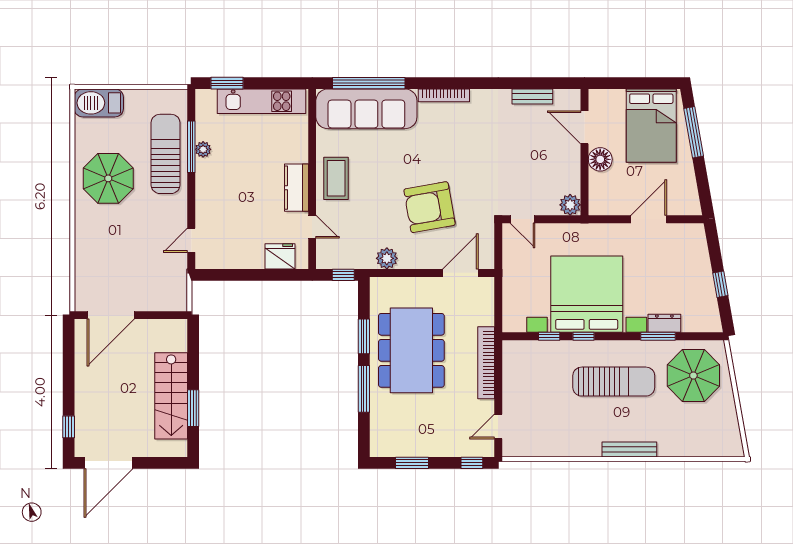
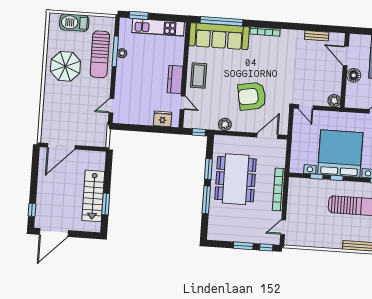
barbecue: (99, 103) -> (74, 23), moved
sun lounger: (166, 154) -> (100, 54), turned 180
window: (412, 463) -> (243, 246), moved

